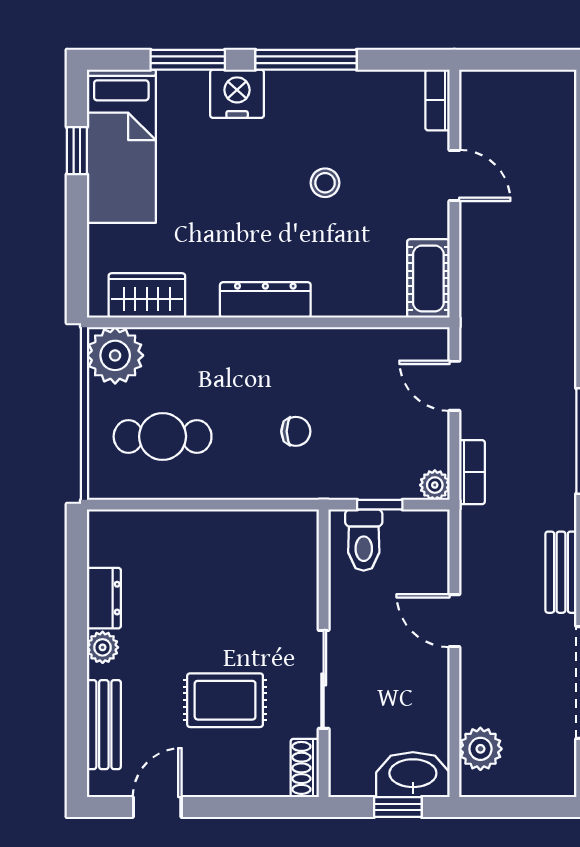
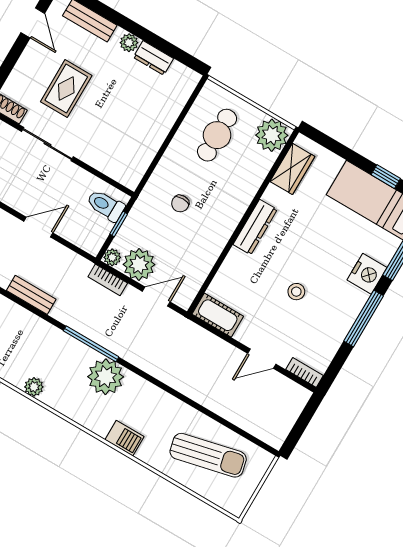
plant: (422, 439) -> (139, 264), added

